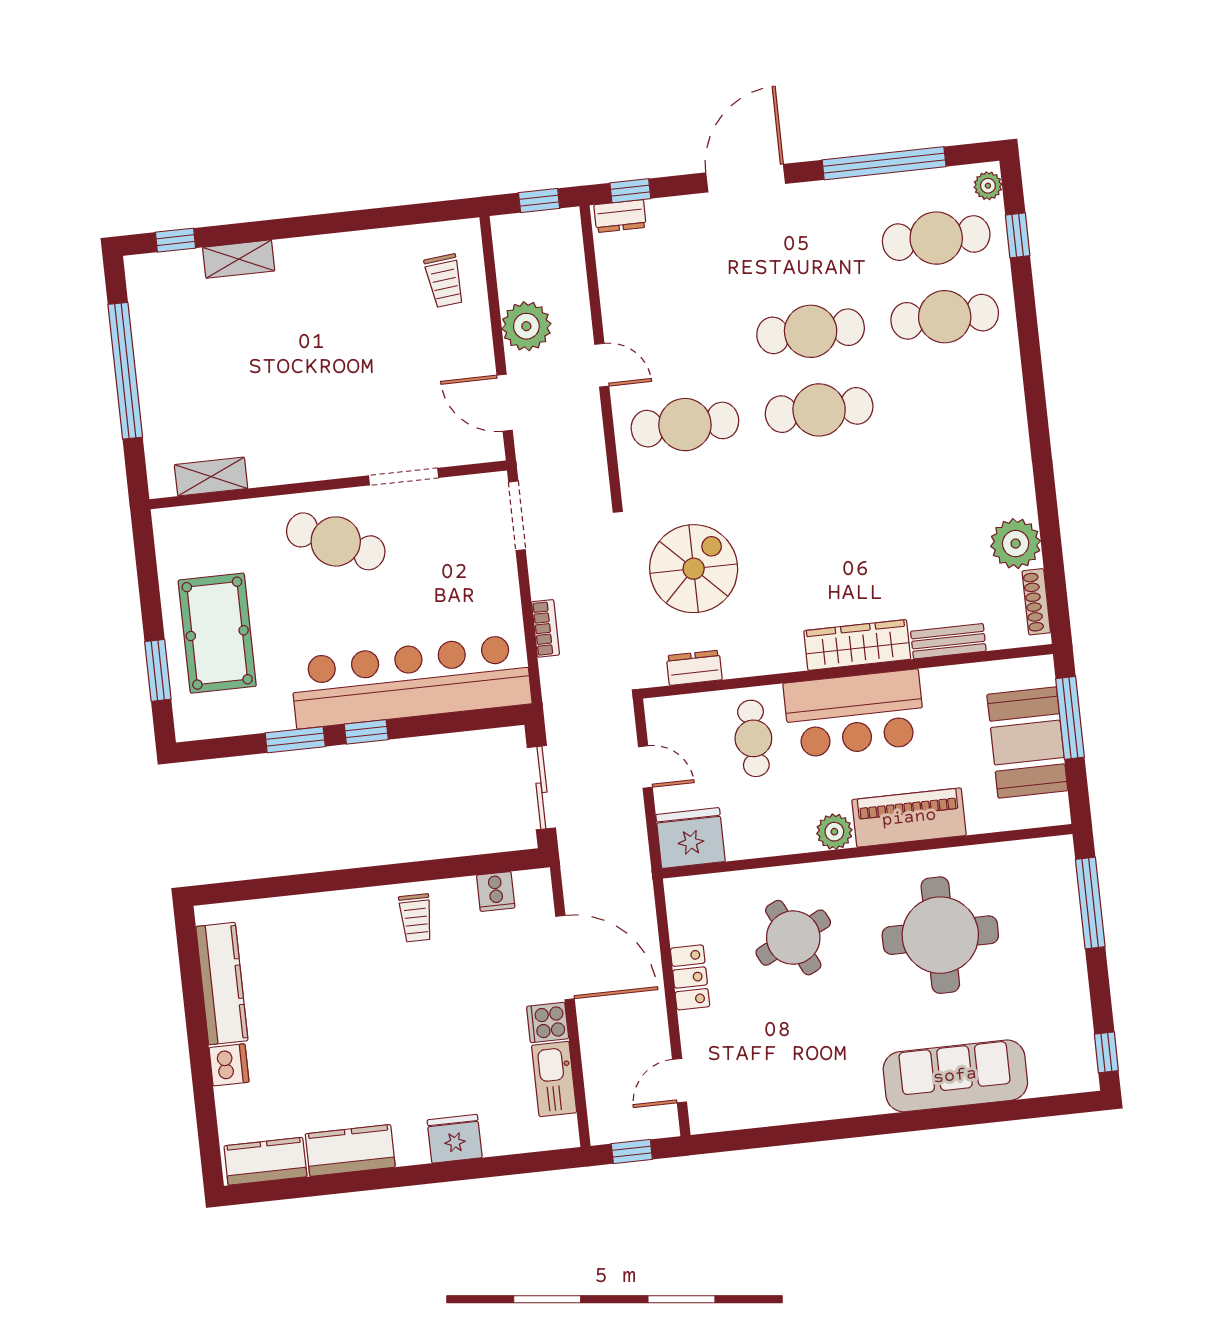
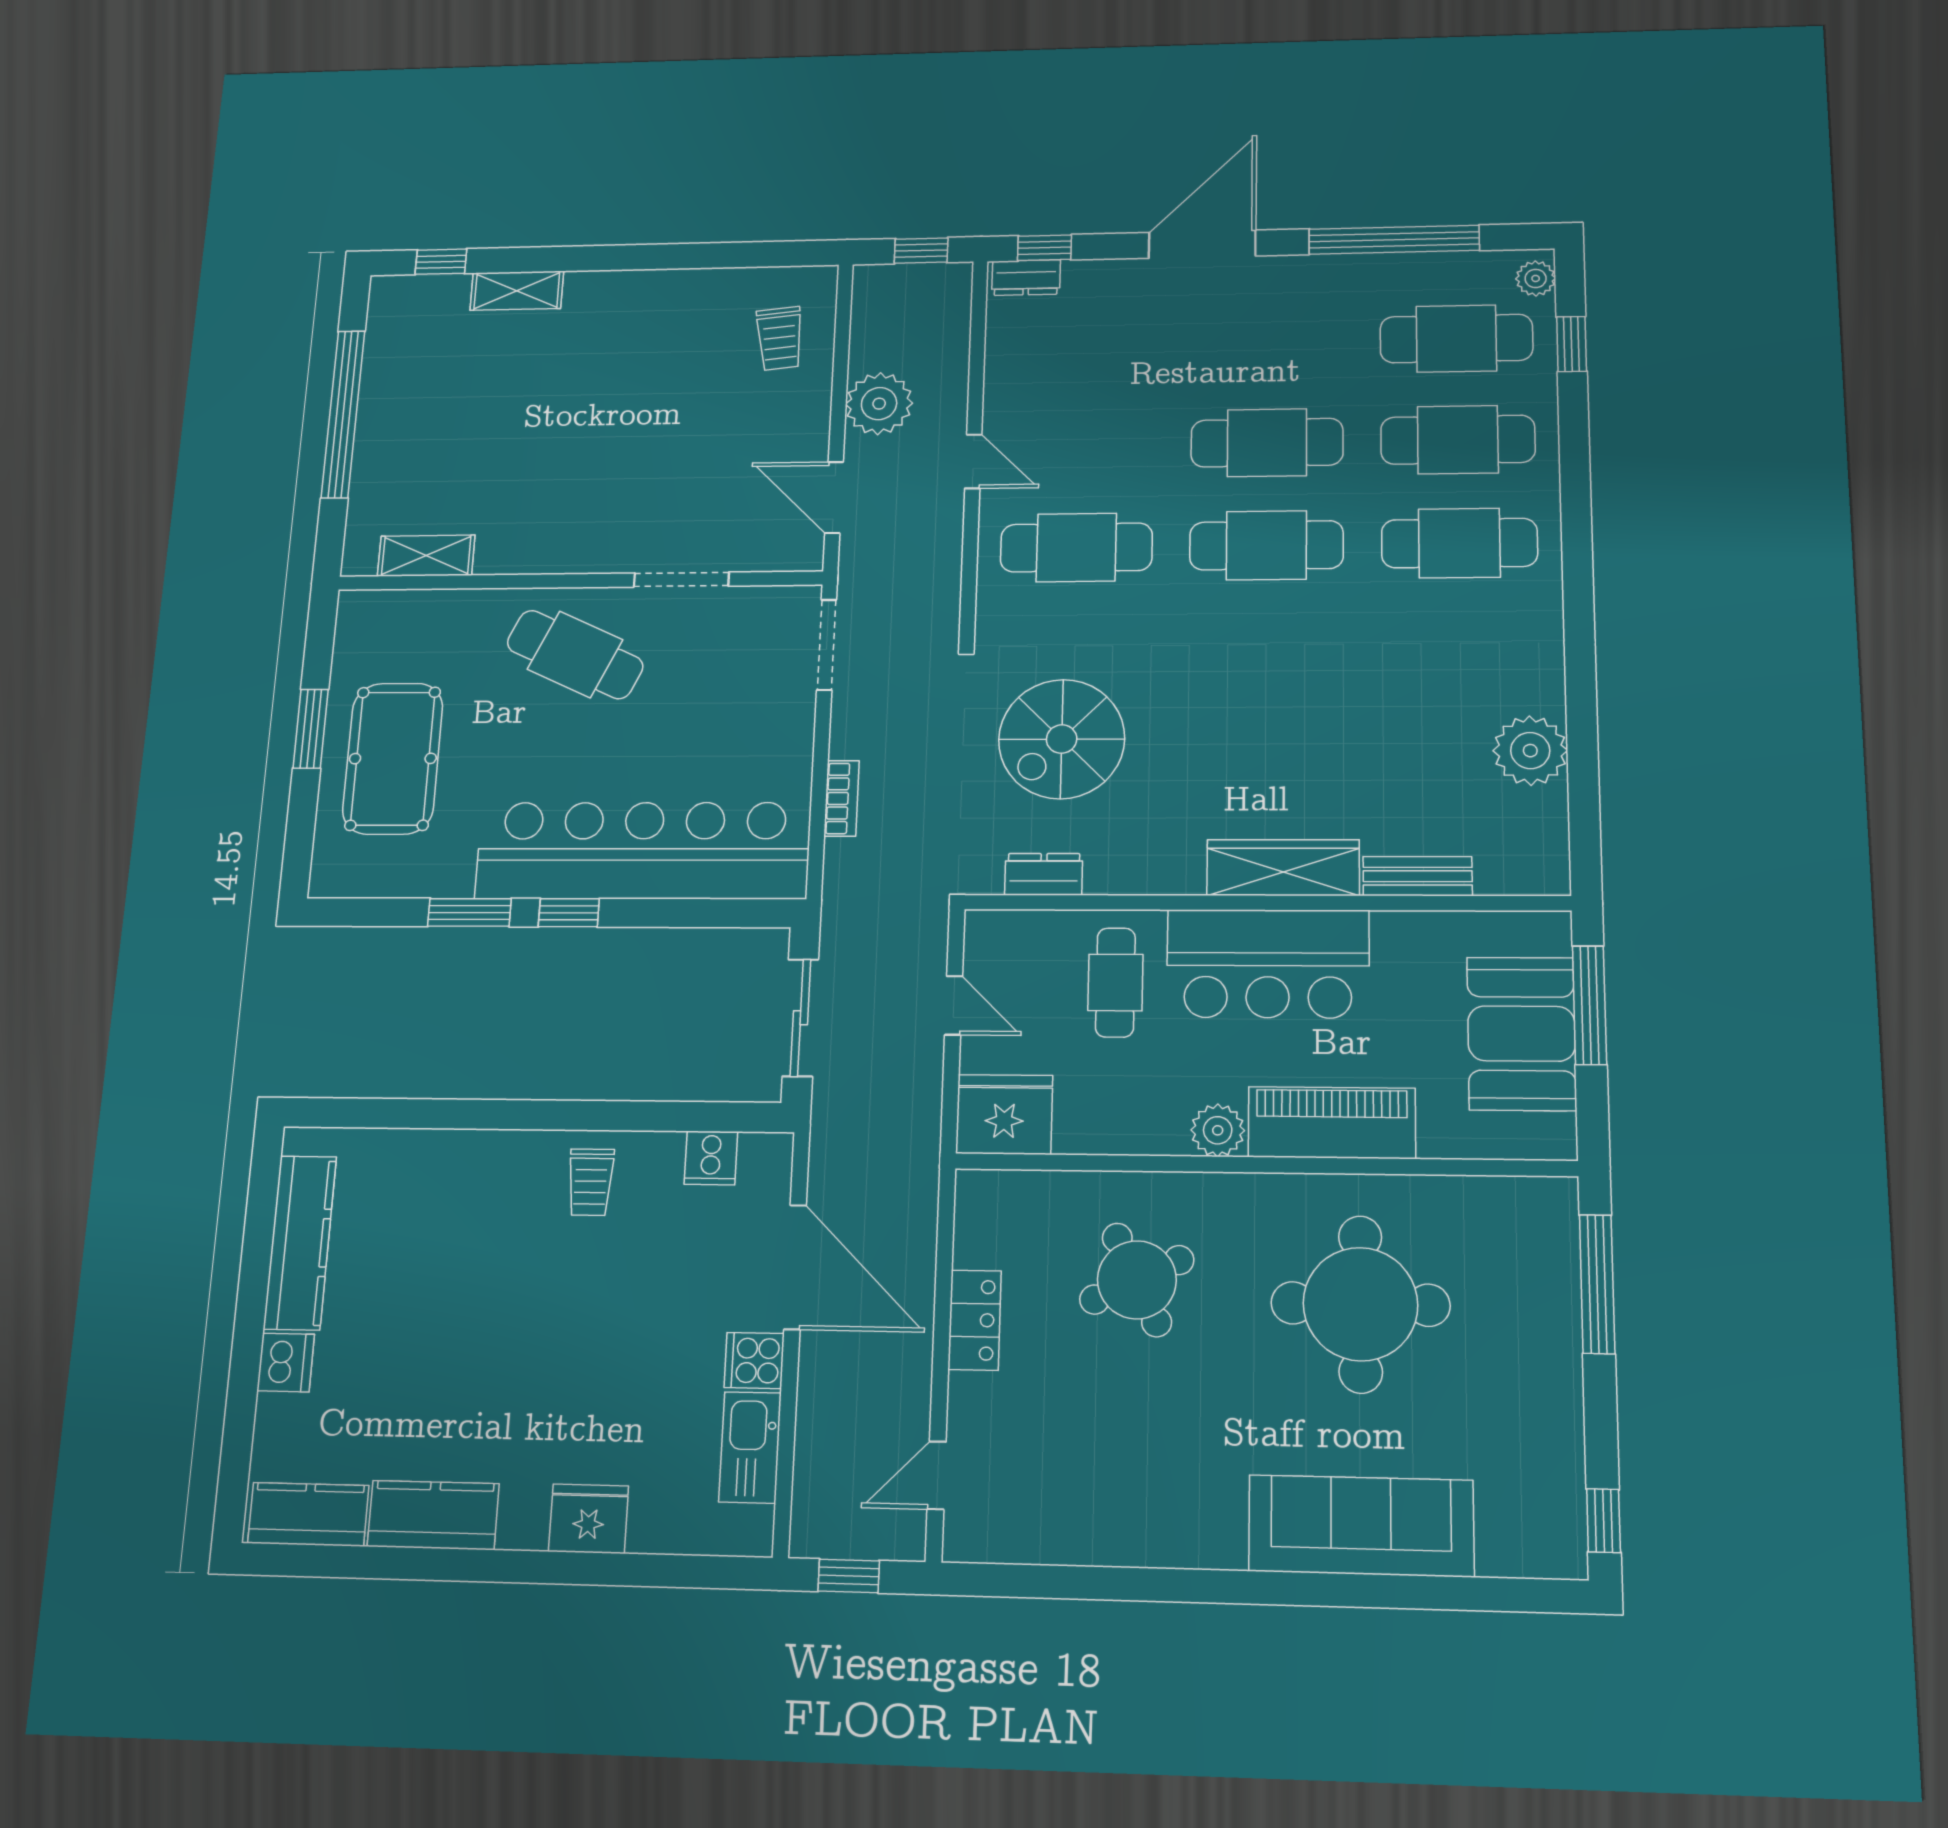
cafe table: (953, 395) -> (1459, 543), added
spiral stairs: (694, 569) -> (1062, 739), turned 180
shoe rack: (1036, 602) -> (1553, 835), removed
window: (158, 670) -> (311, 729), moved

